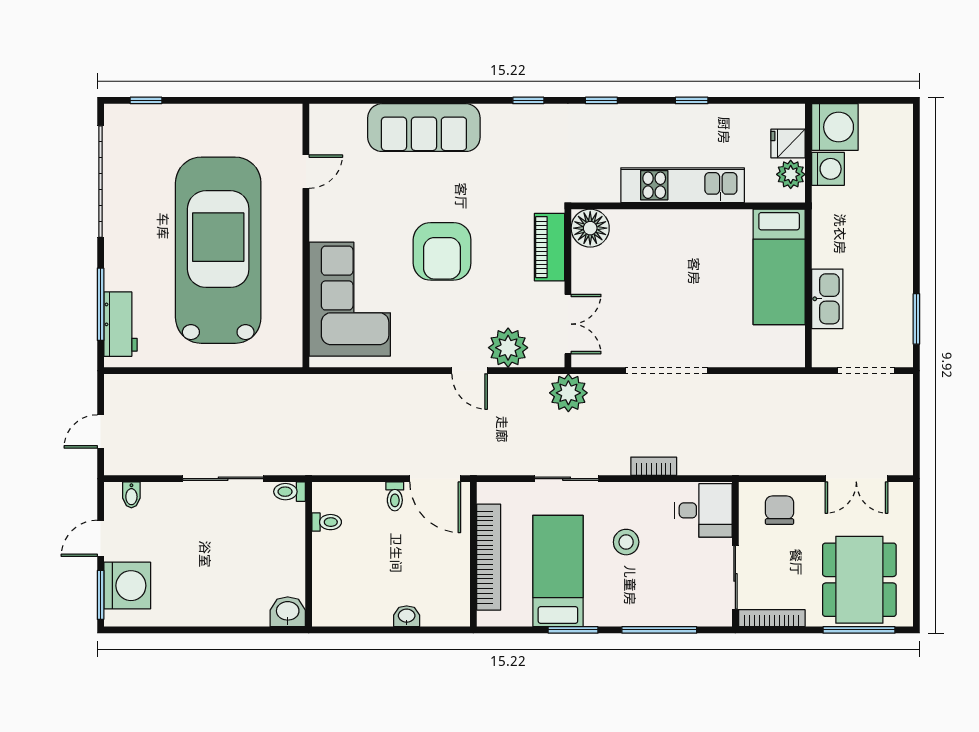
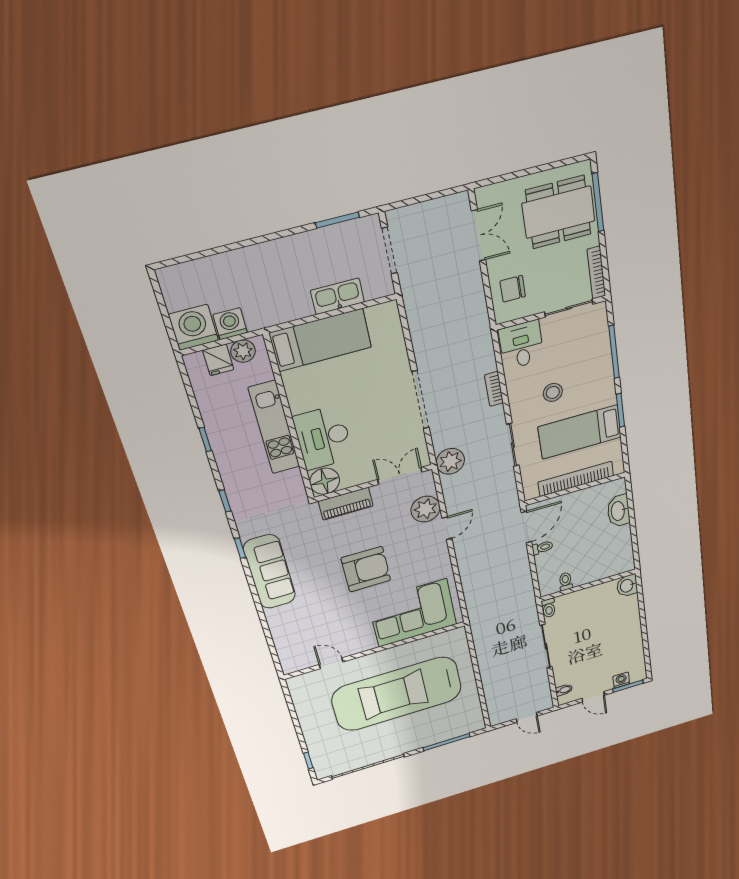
sofa: (424, 128) -> (270, 572), moved
desk: (651, 240) -> (323, 438), added
workbench: (120, 324) -> (457, 729), removed
washing machine: (127, 586) -> (621, 680), width x0.53, depth x0.53
washbasin: (407, 616) -> (618, 511), width x1.91, depth x1.45

